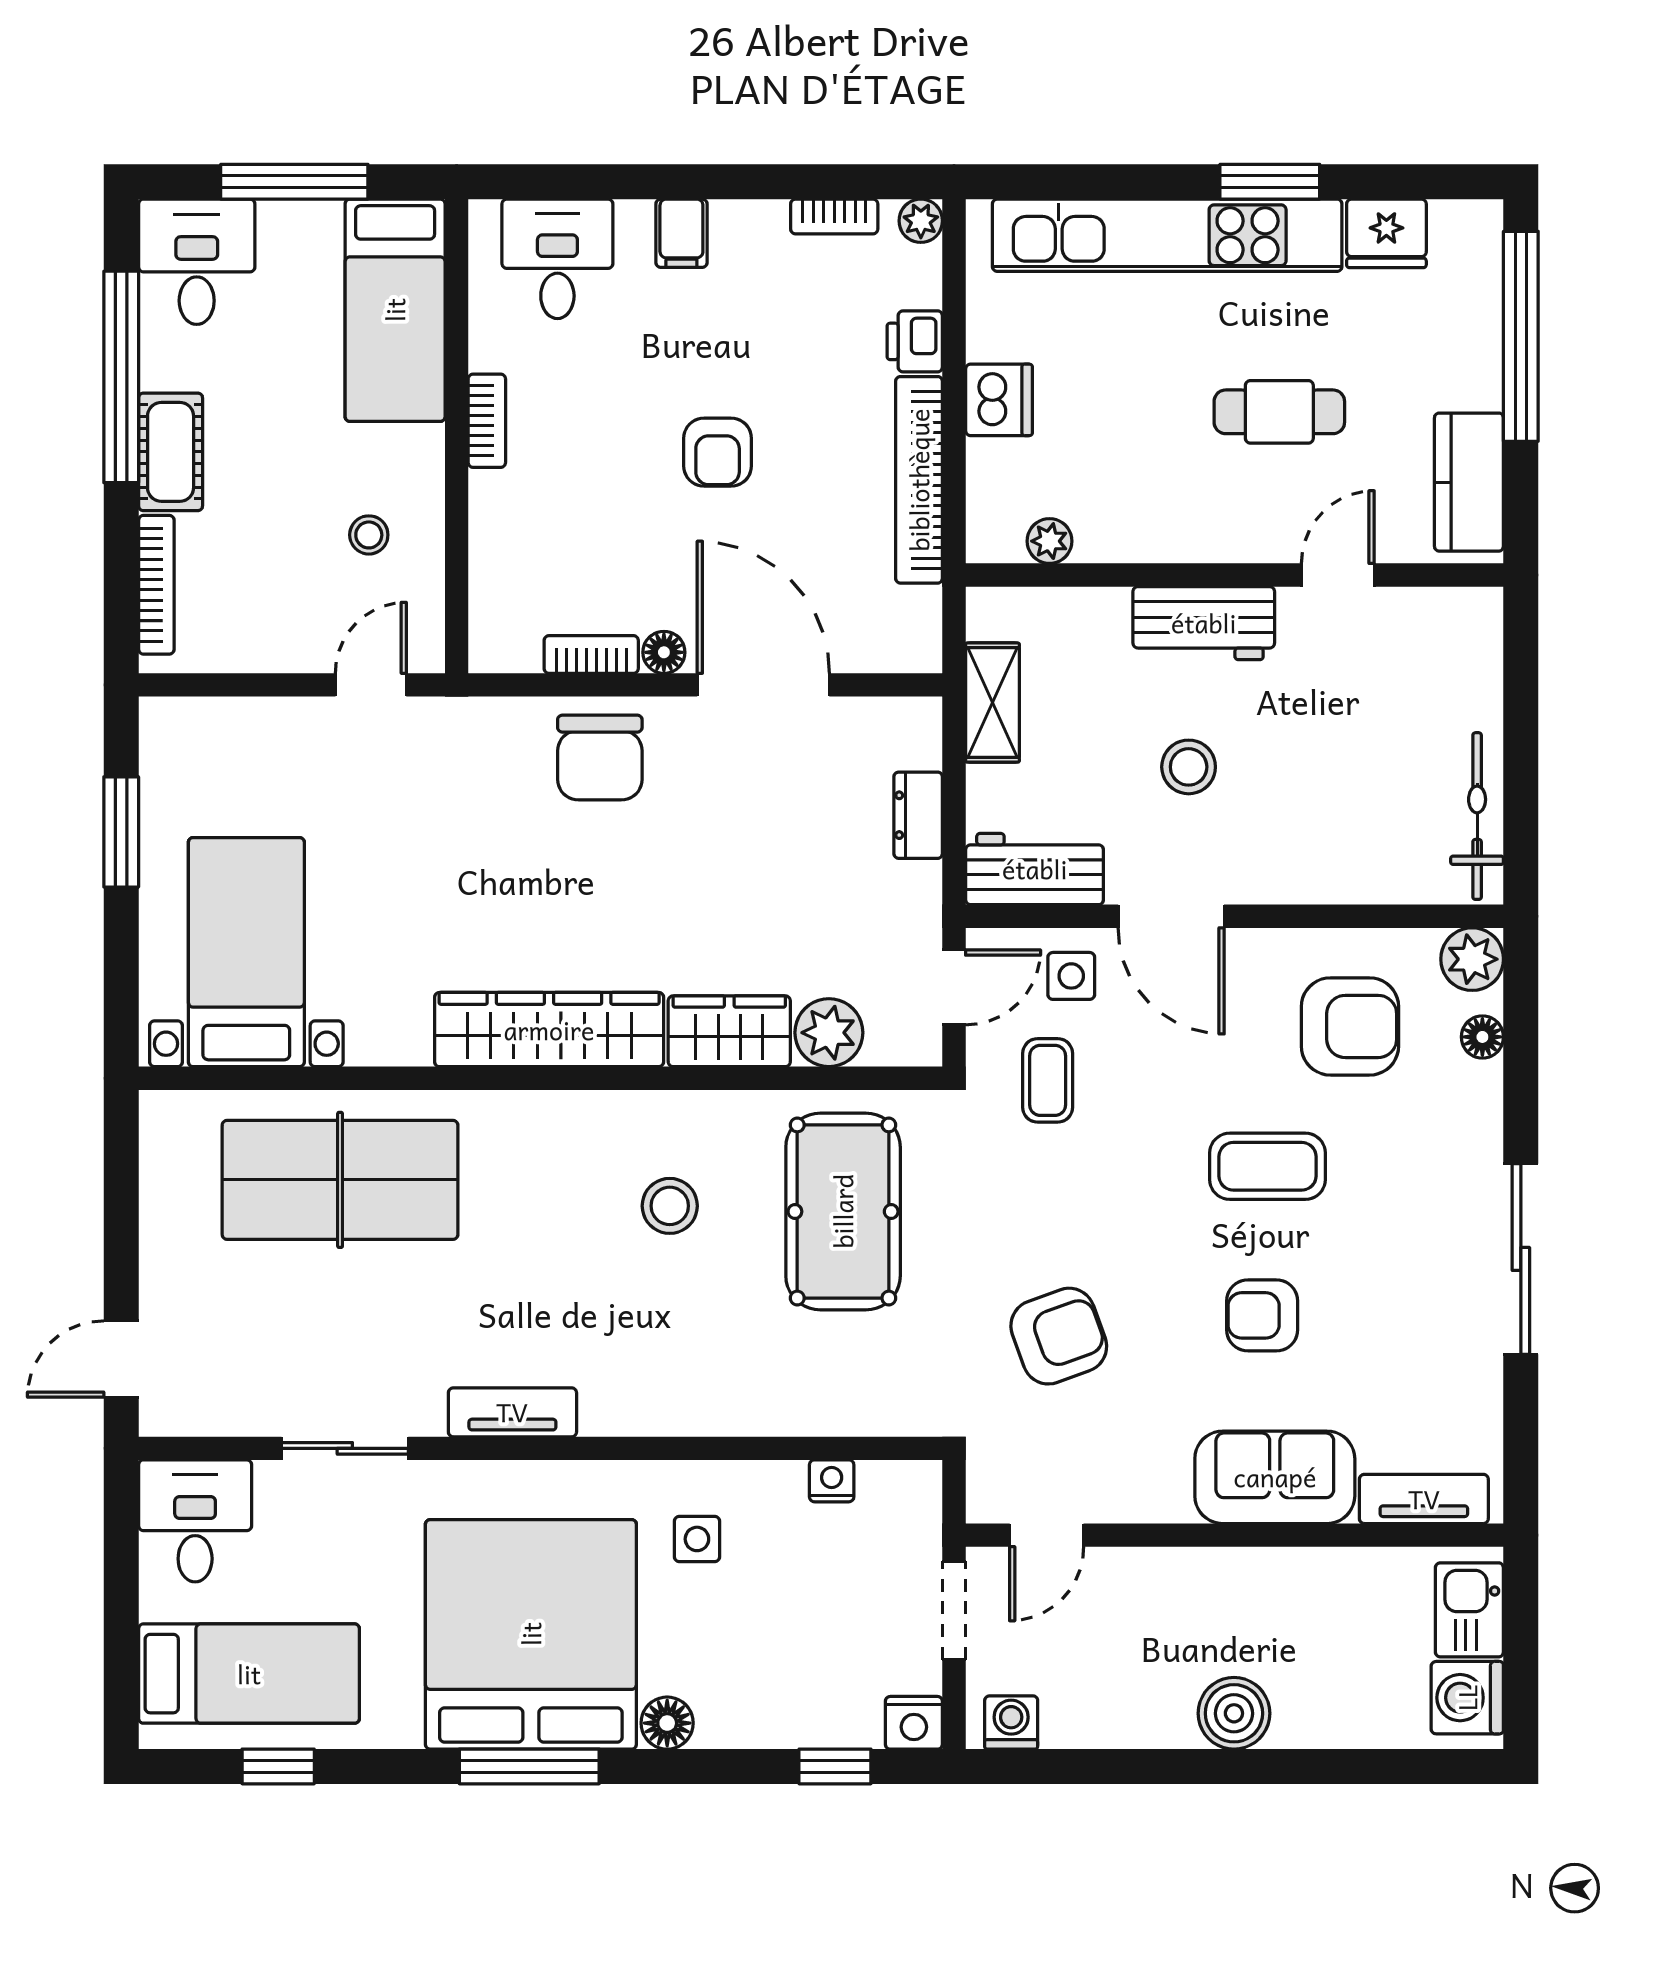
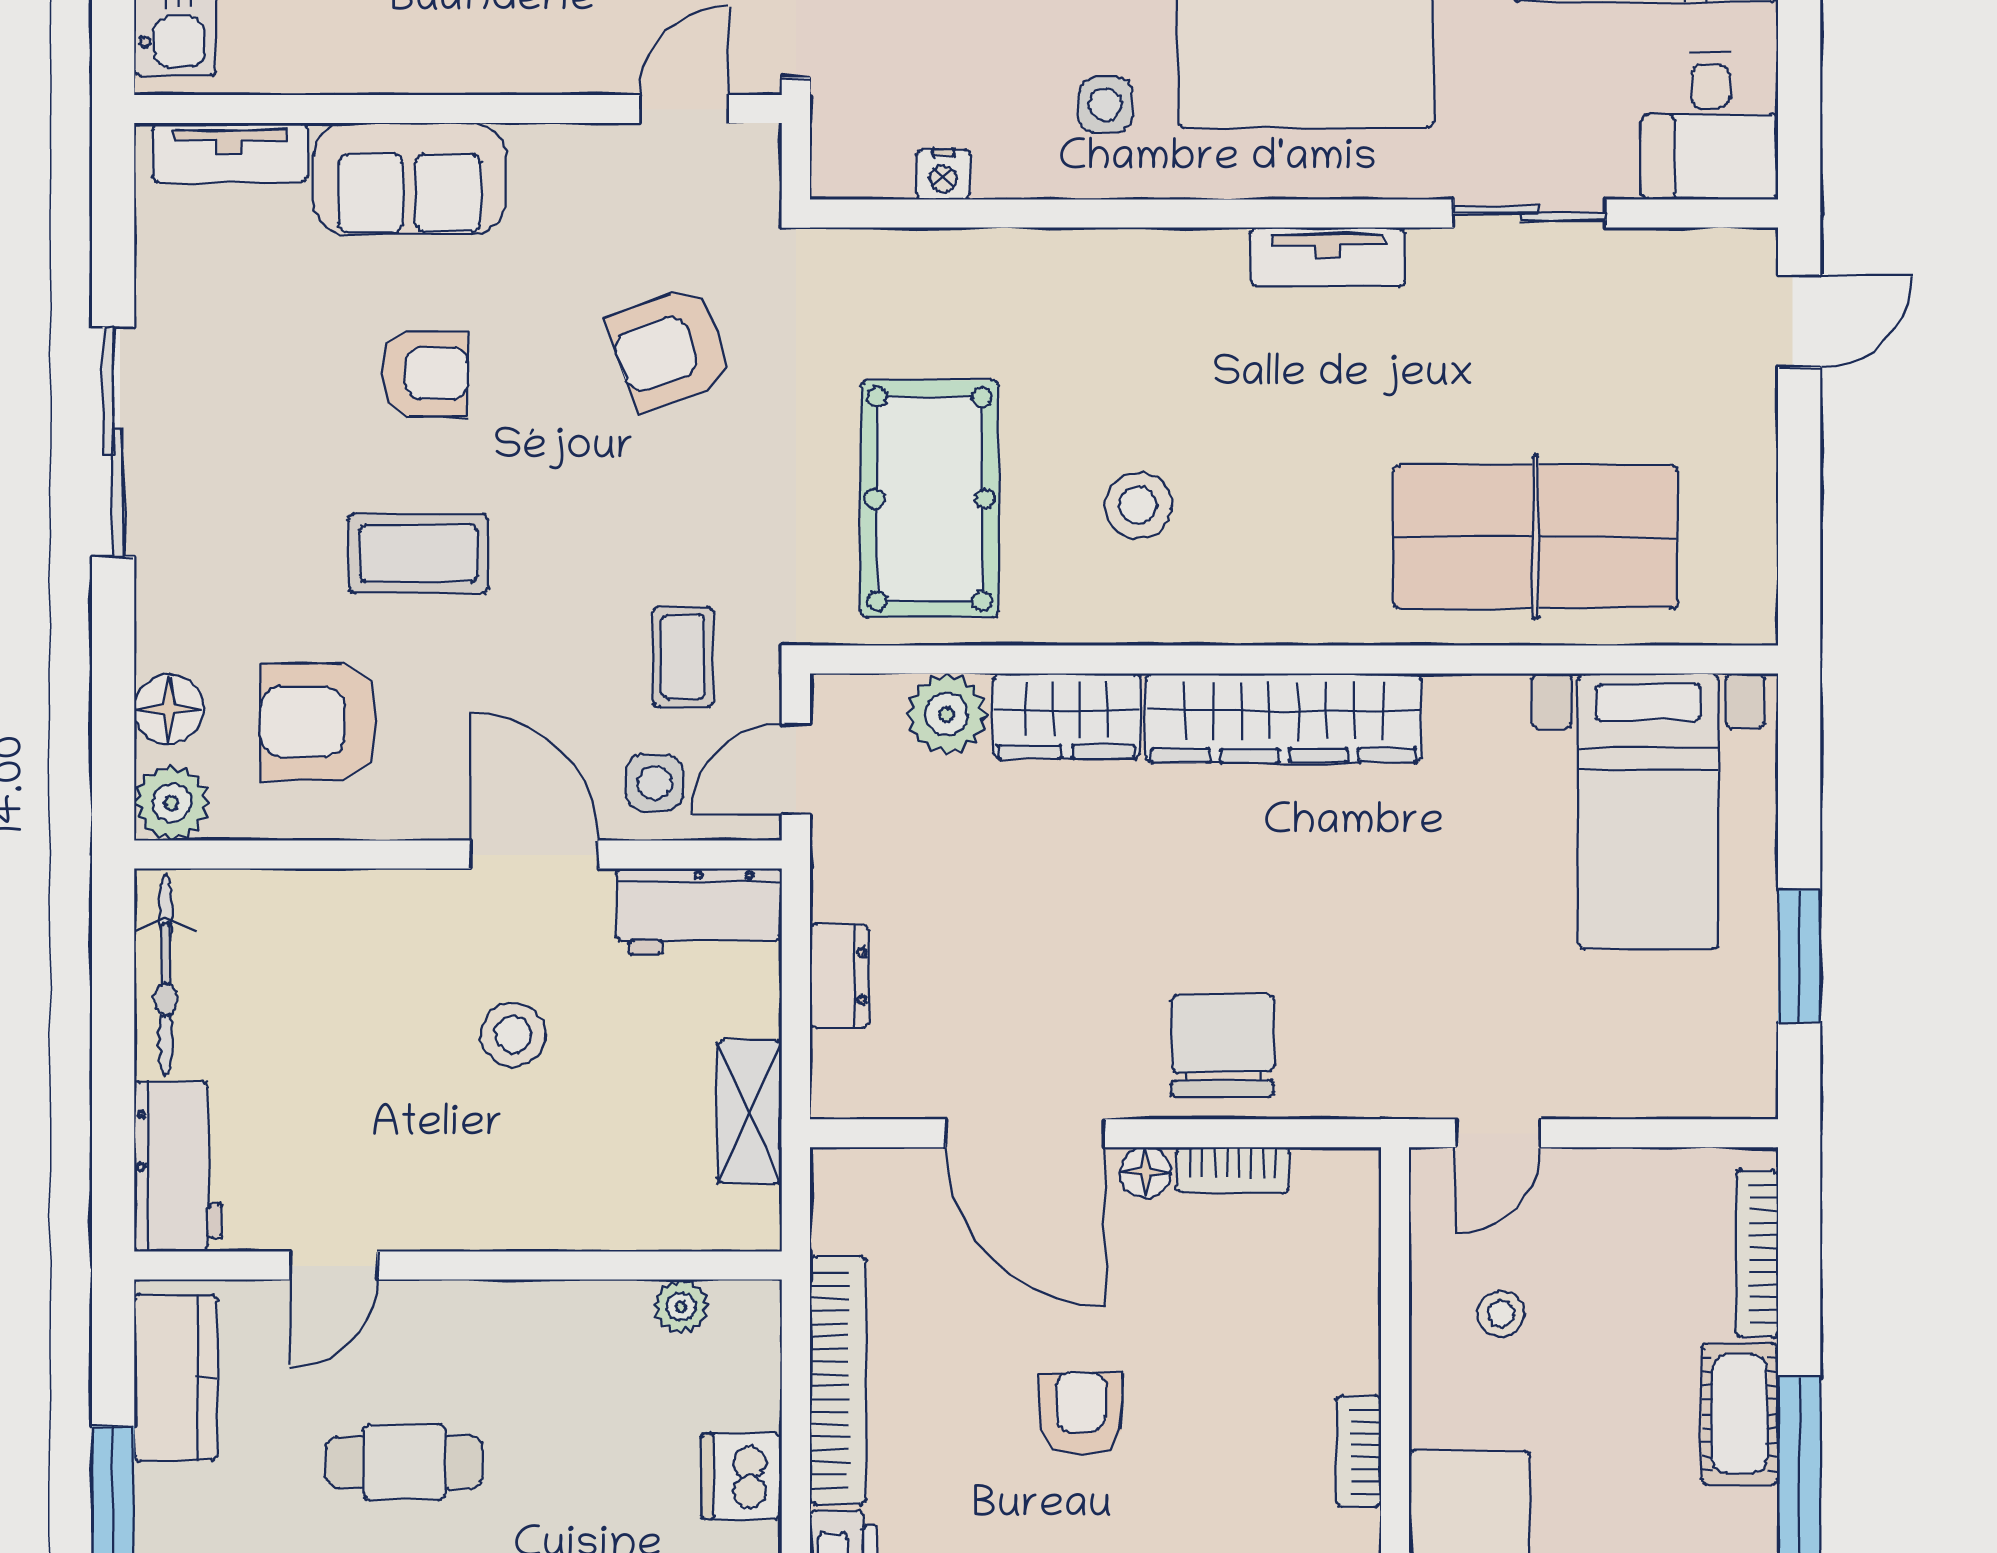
workbench: (1204, 623) -> (178, 1166), moved, turned 90
floor lamp: (1482, 1037) -> (169, 709), width x1.37, depth x1.37

